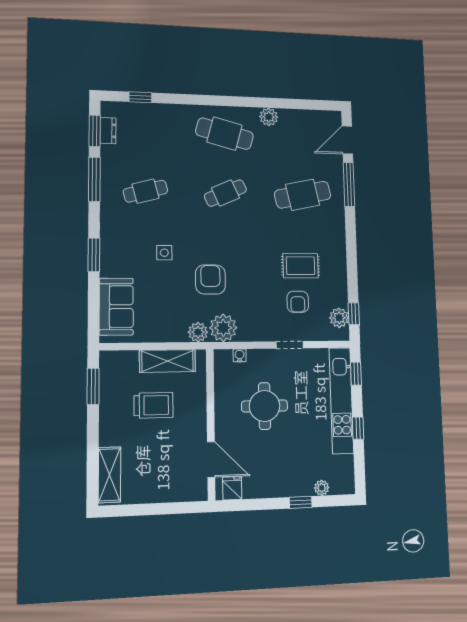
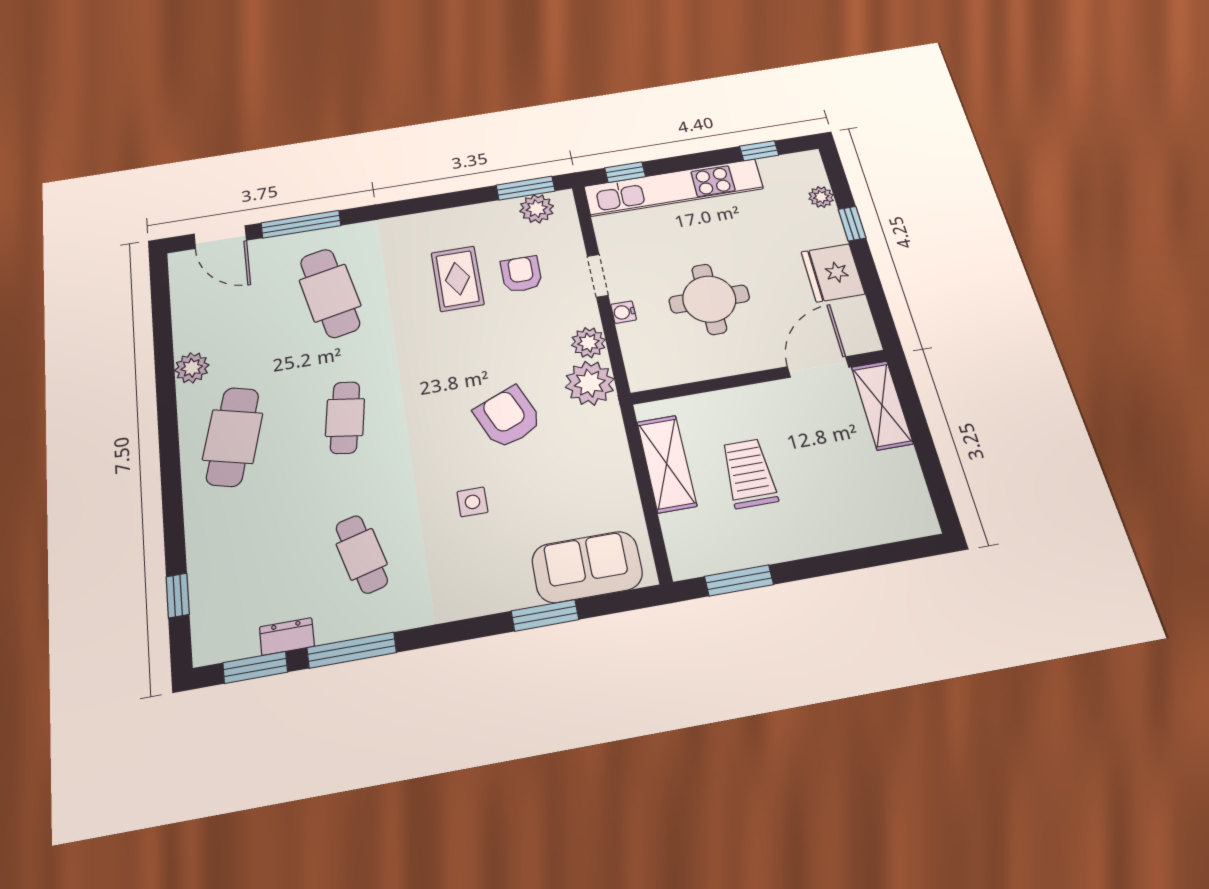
dresser: (108, 131) -> (287, 637), moved
cafe table: (225, 193) -> (345, 417), turned 33
window: (94, 255) -> (545, 615), moved
armchair: (210, 280) -> (508, 417), turned 67
armchair: (298, 302) -> (521, 274), turned -90
window: (354, 314) -> (526, 188), width x1.50
plant: (198, 332) -> (588, 343), moved
water cooler: (240, 355) -> (624, 312), moved
window: (358, 428) -> (759, 151), moved
shelving: (109, 475) -> (882, 405), moved, turned 90
fridge: (232, 488) -> (833, 273), moved, width x1.88, depth x1.34

